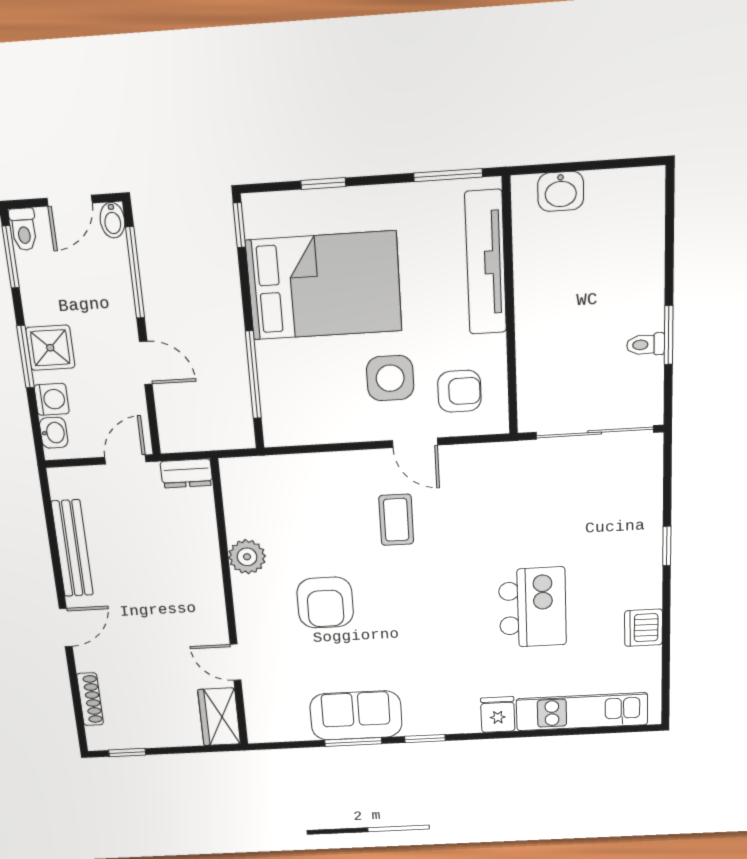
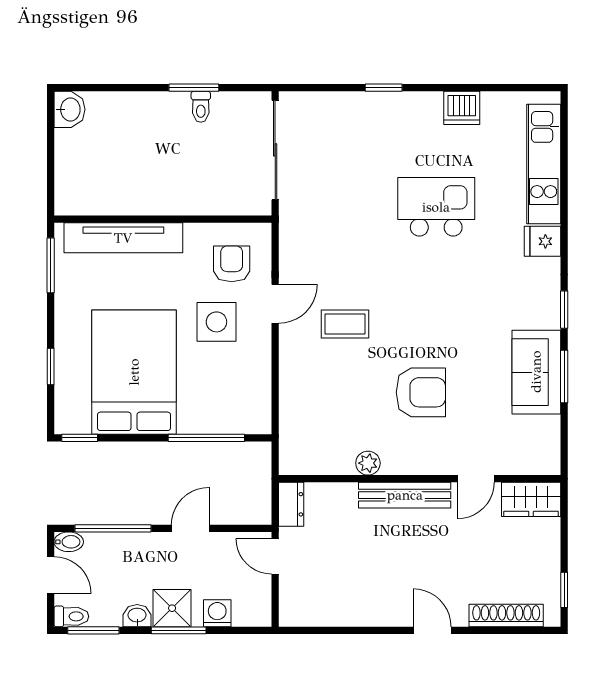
washbasin: (561, 191) -> (69, 109), moved
washbasin: (54, 433) -> (137, 616), moved
bench: (72, 548) -> (405, 495), moved
plant: (247, 557) -> (368, 463), width x0.73, depth x0.73
shoe rack: (90, 699) -> (506, 616), width x1.36, depth x1.24

